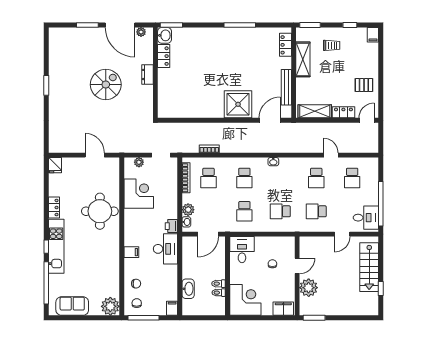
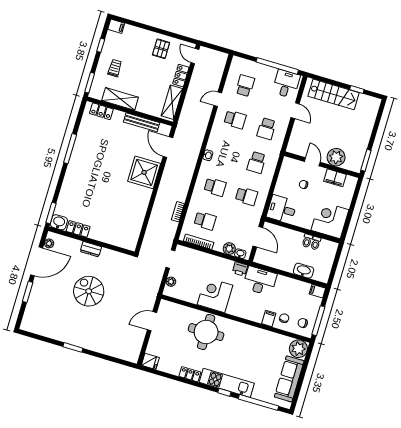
school desk: (352, 178) -> (245, 86), turned -90
corner desk: (139, 194) -> (215, 295), moved
filing cabinet: (131, 252) -> (269, 318), moved
sofa: (72, 306) -> (289, 379), width x1.36
filing cabinet: (283, 309) -> (335, 178), moved, turned -90

